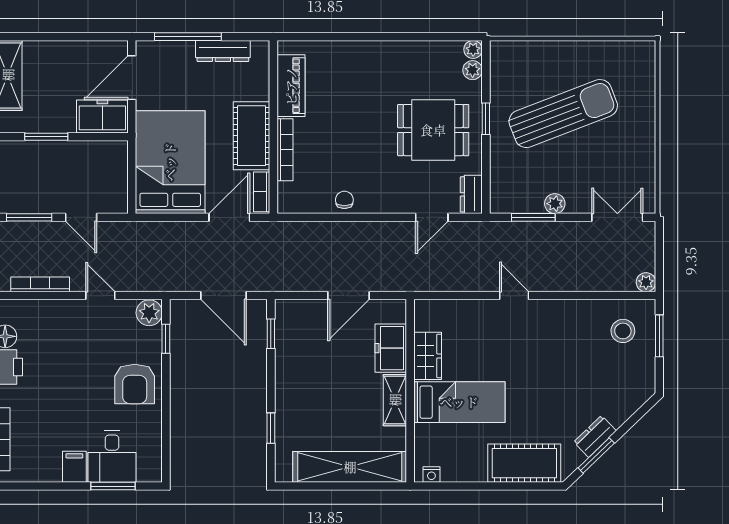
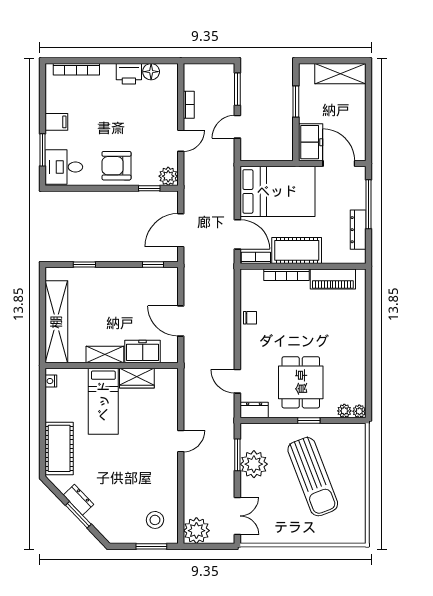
plant: (555, 204) -> (254, 464), width x1.88, depth x1.88
plant: (646, 282) -> (196, 531), width x1.87, depth x1.87
bookcase: (40, 284) -> (189, 105), width x0.64
window: (596, 455) -> (78, 515), moved
desk: (112, 457) -> (64, 167), moved

